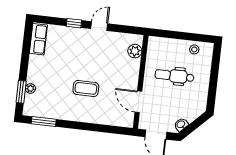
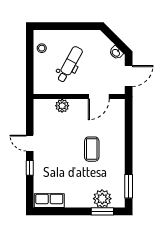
plant: (135, 51) -> (62, 106), moved
dental chair: (175, 76) -> (70, 64), turned -151
plant: (30, 88) -> (102, 199), width x1.88, depth x1.88

